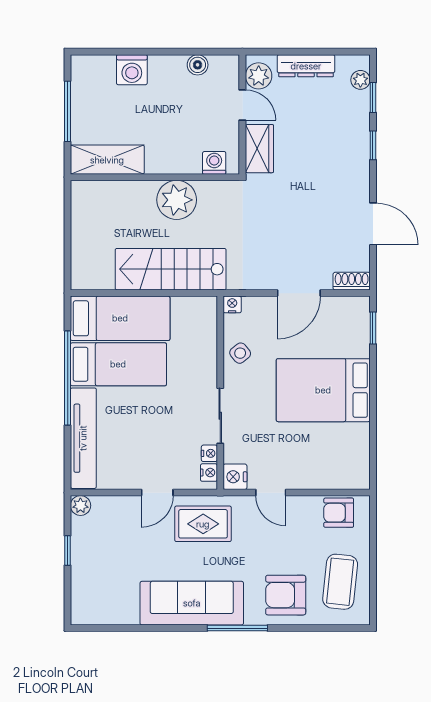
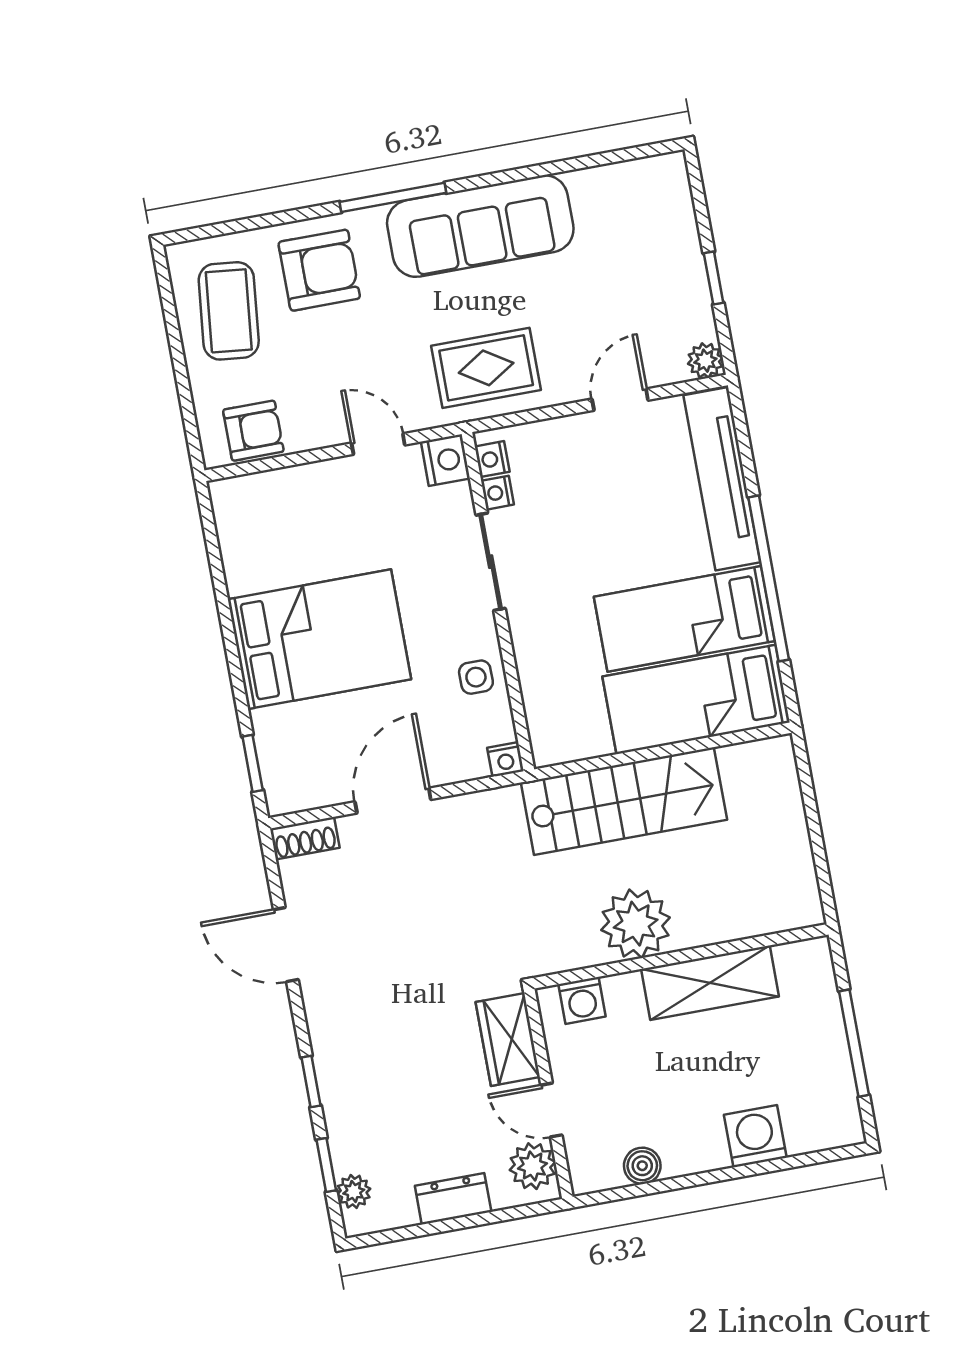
dresser: (306, 66) -> (453, 1199), width x0.70
shelving: (107, 160) -> (710, 983), moved
side table: (240, 353) -> (476, 677), turned 38
door: (157, 493) -> (620, 400), moved

